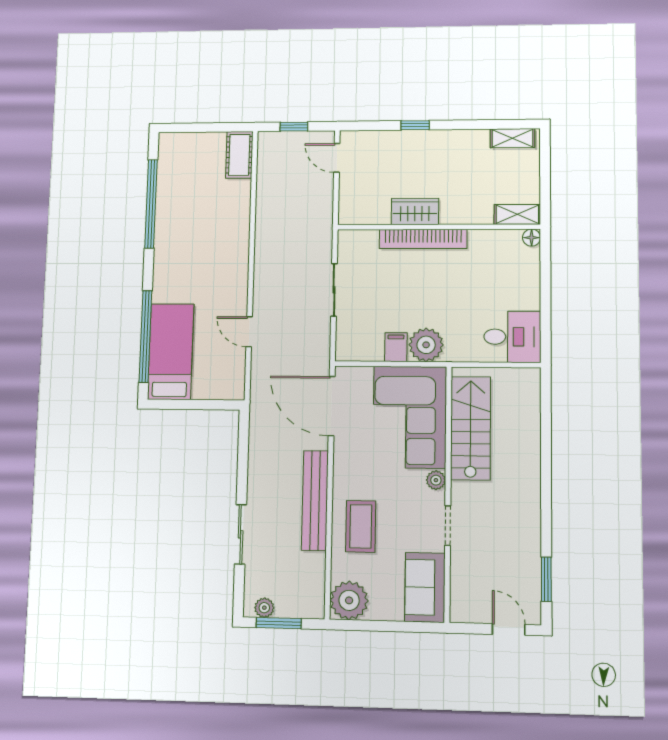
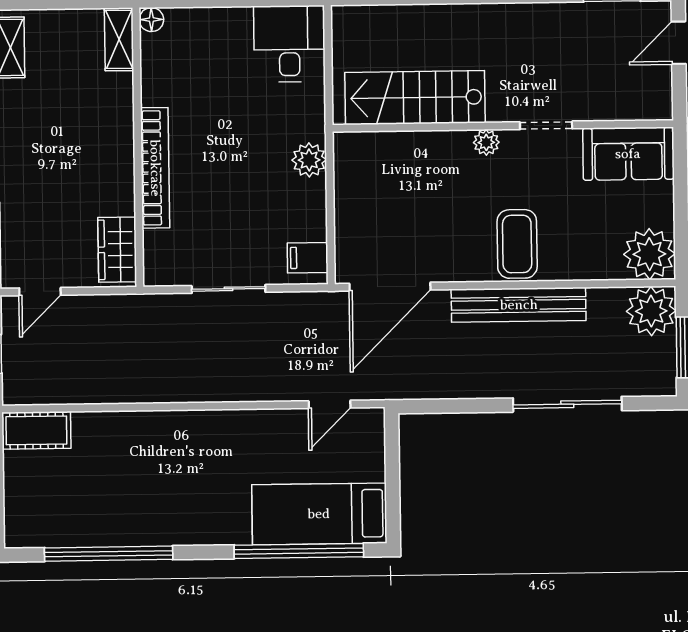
wardrobe: (415, 211) -> (117, 250), moved
door: (249, 332) -> (330, 404), moved
plant: (426, 345) -> (309, 160), width x0.73, depth x0.73
filing cabinet: (396, 347) -> (308, 258), moved
corner sofa: (410, 417) -> (402, 180), removed
coffee table: (361, 526) -> (517, 244), moved, turned 90
sliding door: (241, 534) -> (567, 404), width x1.37
plant: (264, 608) -> (651, 311), moved, width x1.88, depth x1.88

